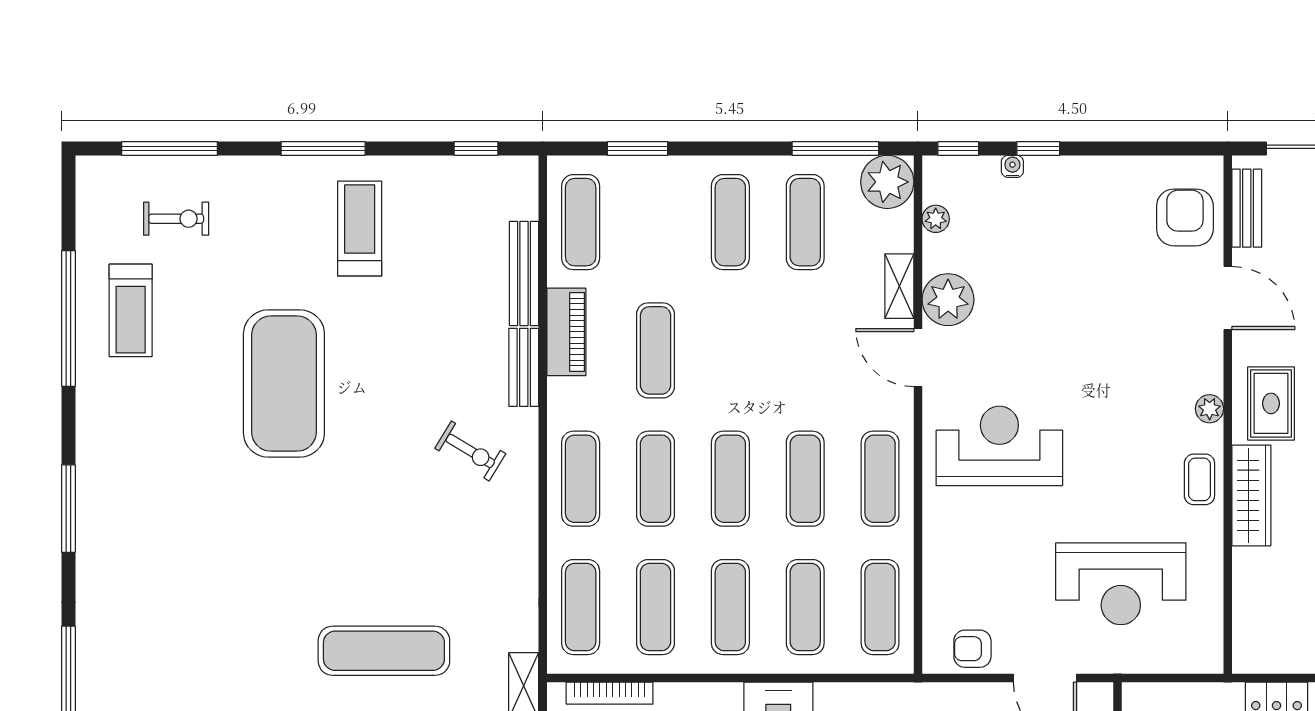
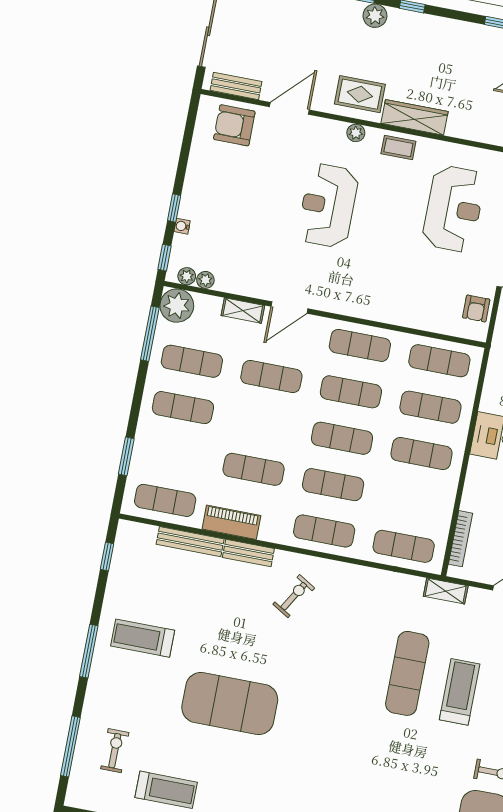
plant: (948, 300) -> (187, 276), moved, width x0.53, depth x0.53
reception desk: (999, 446) -> (328, 206), moved
exercise mat: (655, 607) -> (271, 377), moved

